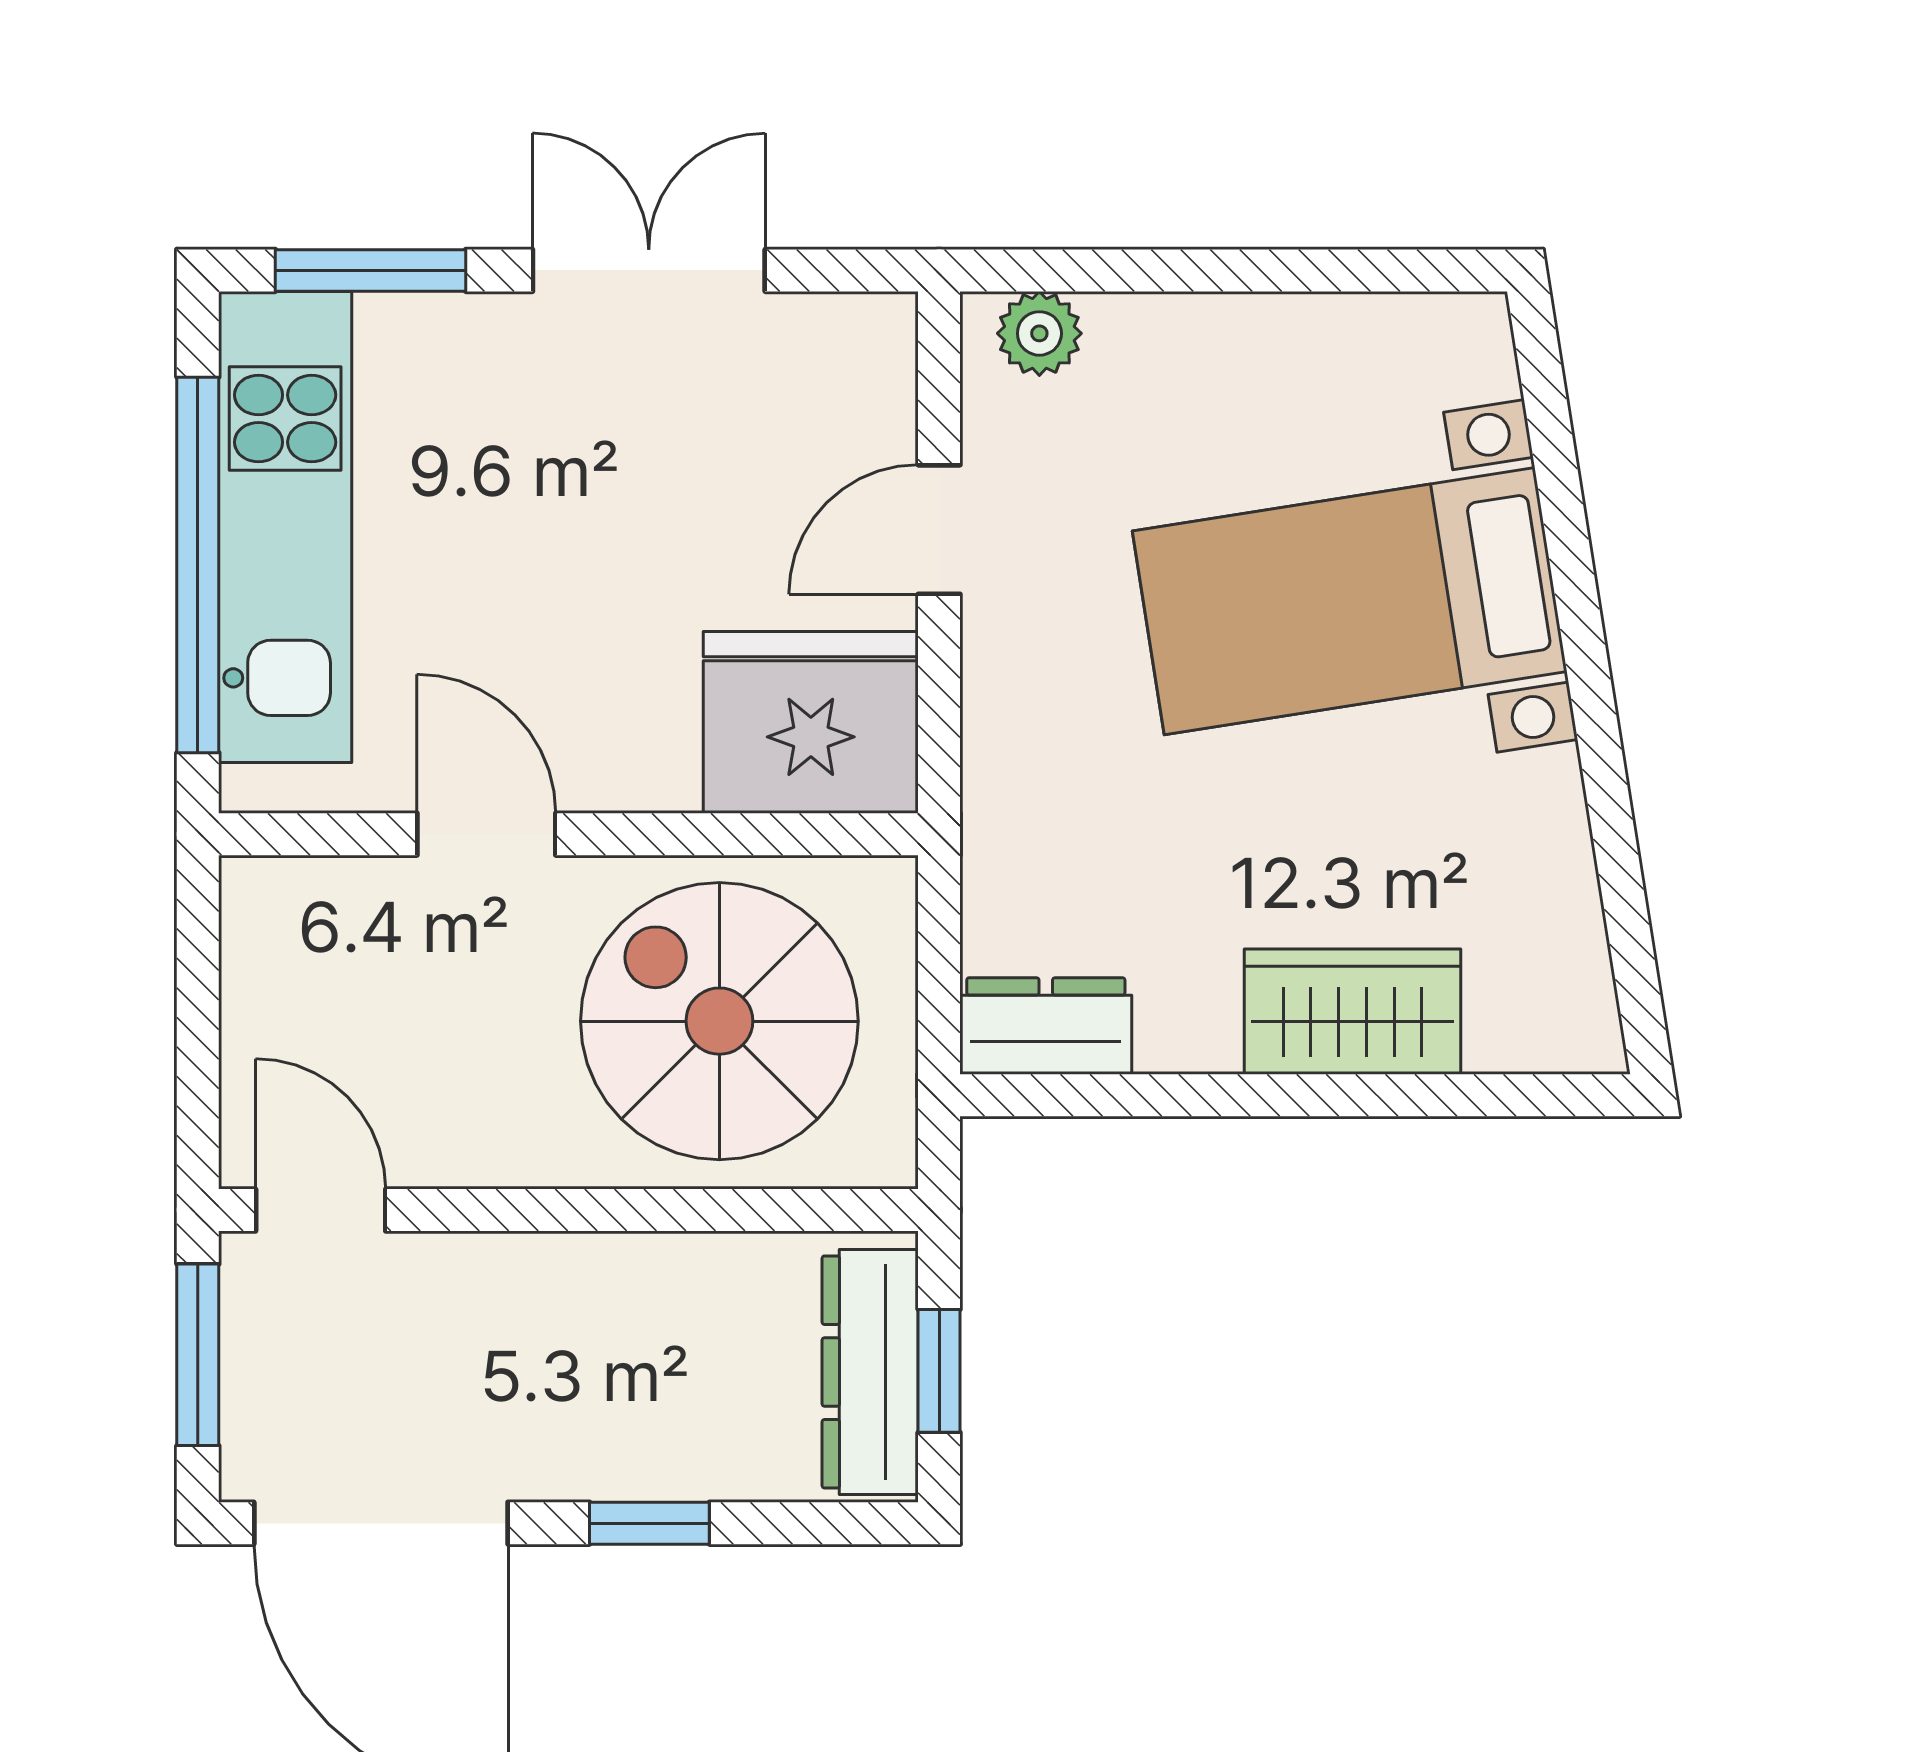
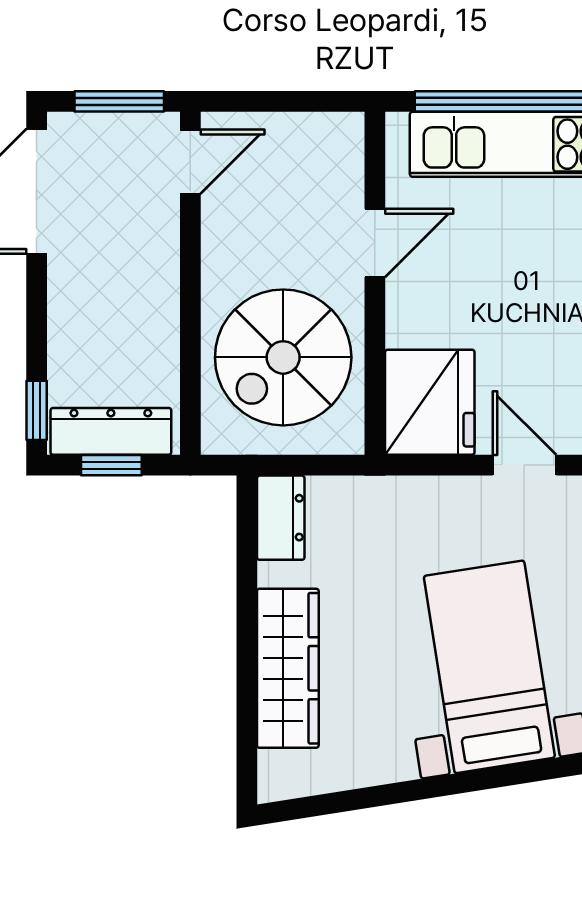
wardrobe: (1353, 1012) -> (288, 668), width x1.50
spiral stairs: (719, 1021) -> (283, 357), turned 180
window: (649, 1523) -> (37, 410), moved

